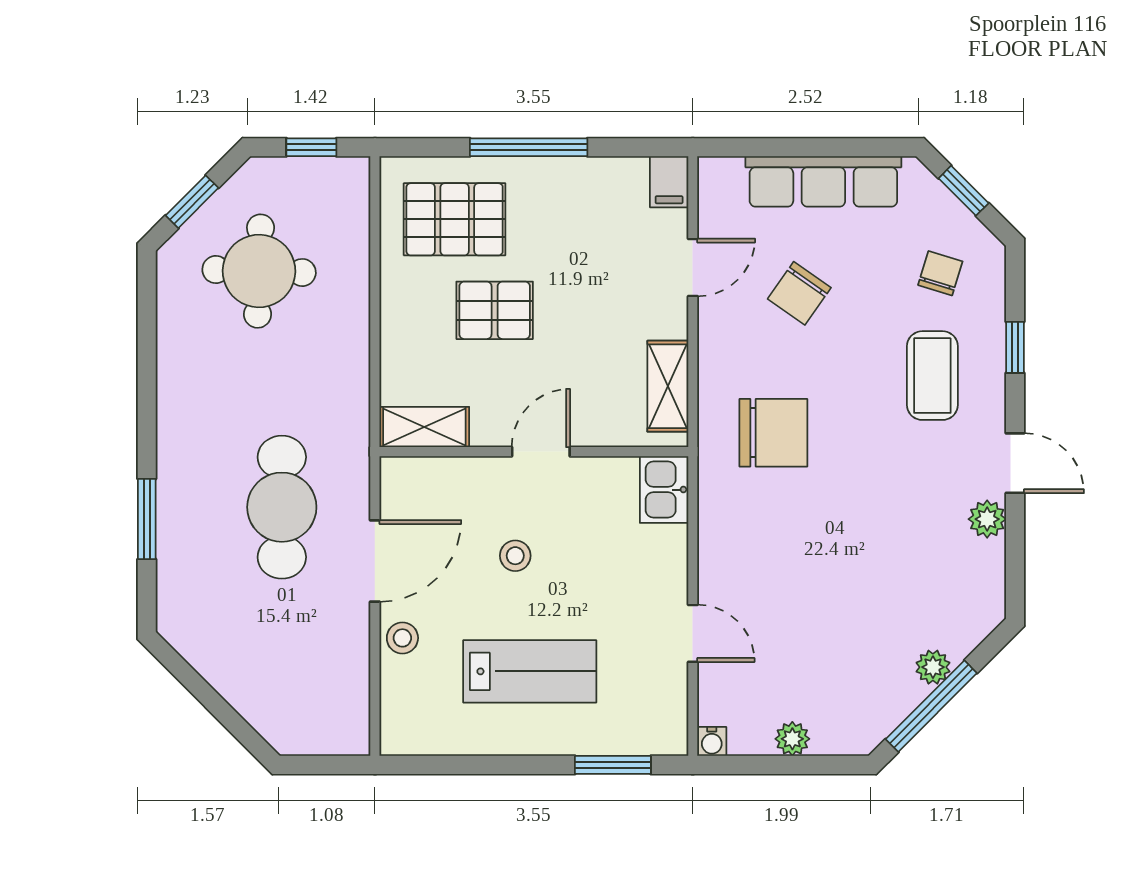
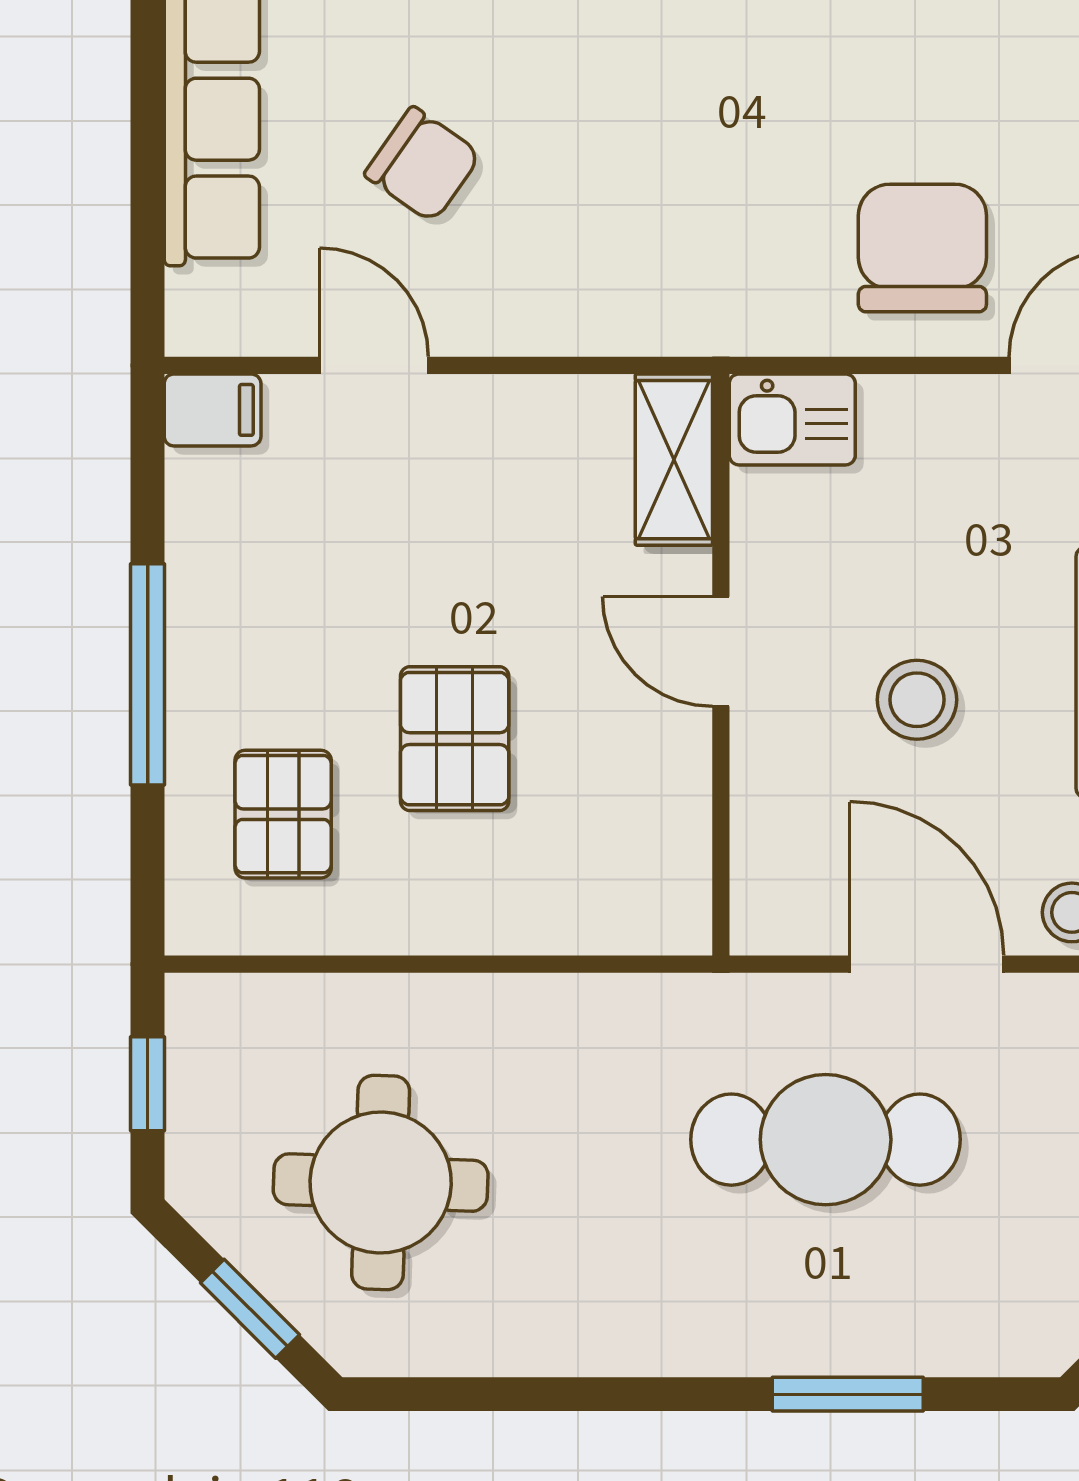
pallet: (455, 219) -> (283, 814), width x0.67, depth x0.71
shelving: (668, 386) -> (674, 460), moved, turned 90
shelving: (424, 427) -> (674, 871), removed
chair: (773, 433) -> (922, 248), moved
stool: (515, 556) -> (917, 700), width x1.37, depth x1.37

